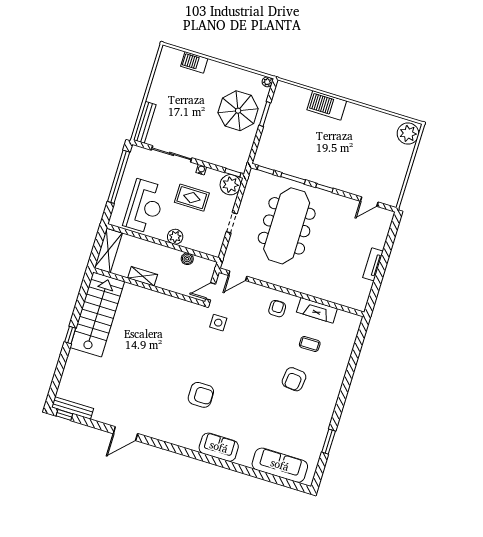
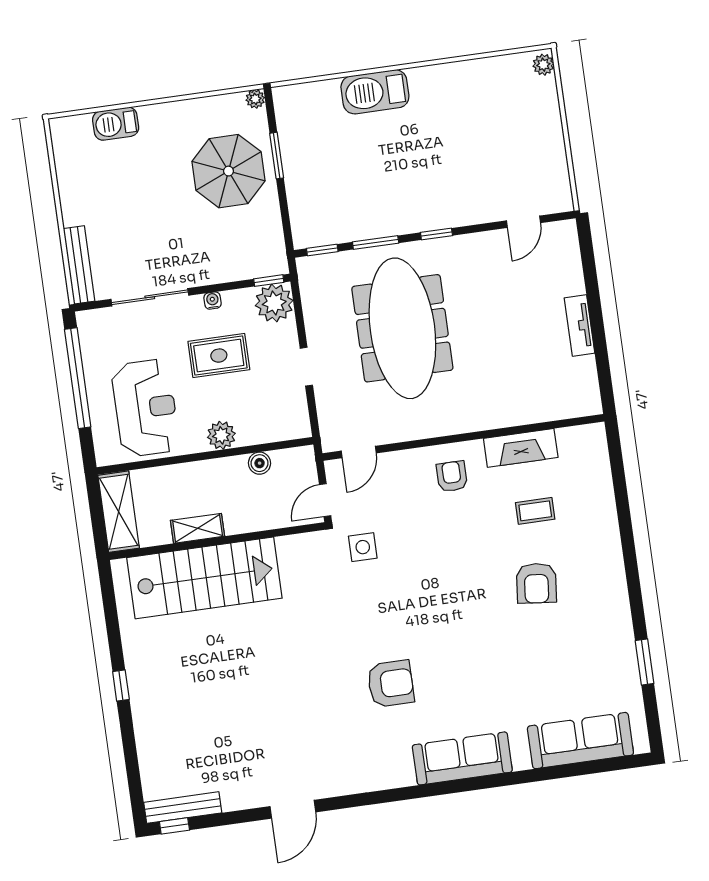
plant: (408, 134) -> (543, 65), width x0.53, depth x0.53
stairs: (97, 315) -> (204, 578), moved, turned 90
sofa: (219, 447) -> (462, 758), width x1.36

